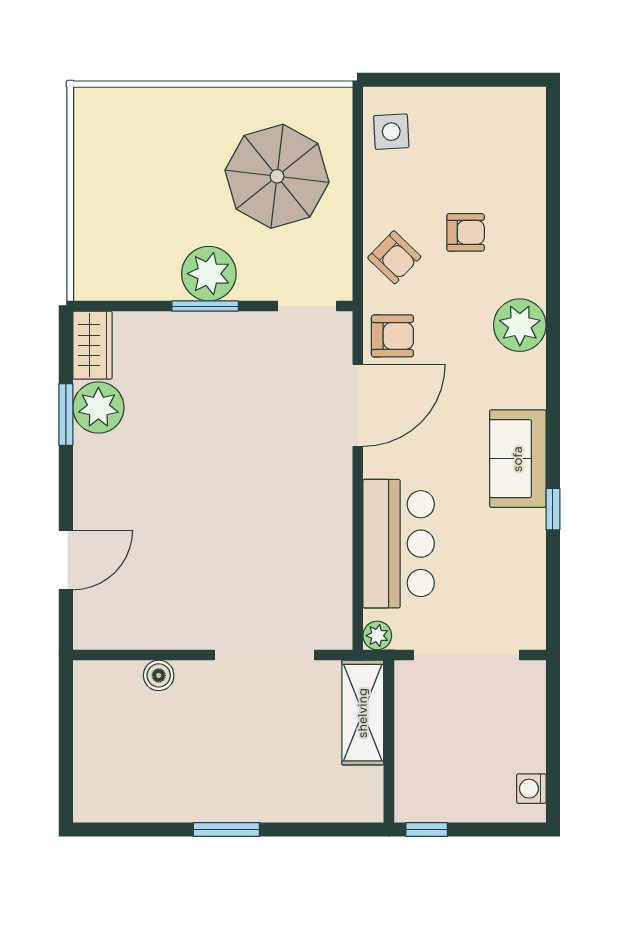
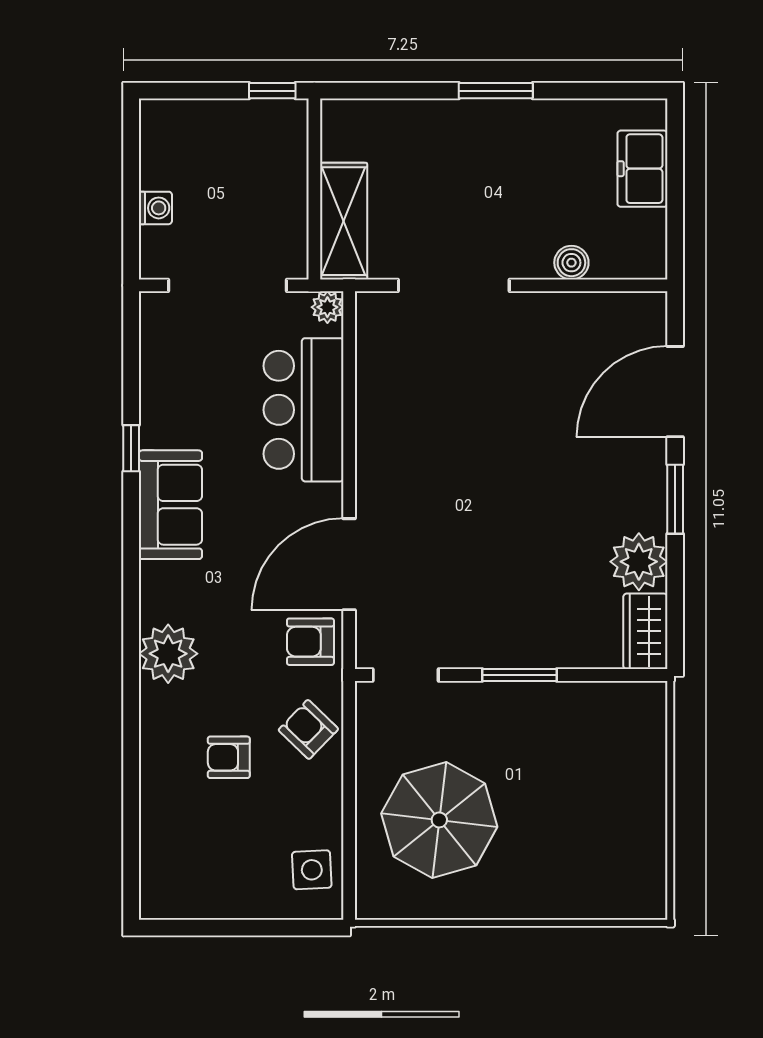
plant: (209, 274) -> (515, 711), removed
window: (66, 415) -> (675, 499), moved
door: (66, 560) -> (675, 392), width x1.36
freezer: (95, 760) -> (642, 169), added
washing machine: (531, 789) -> (155, 208), moved

